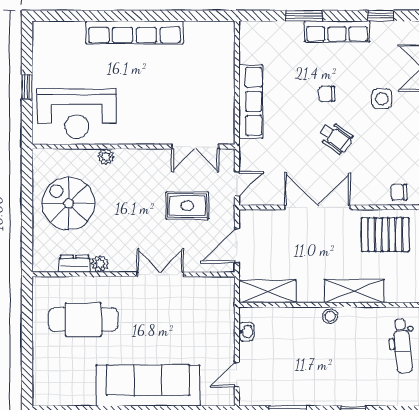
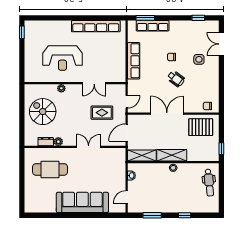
window: (304, 16) -> (145, 18), moved
row of seats: (337, 31) -> (153, 26), moved
row of seats: (135, 32) -> (96, 26), moved
window: (27, 86) -> (22, 32), moved
reception desk: (77, 114) -> (62, 58), moved
double door: (195, 147) -> (94, 83), moved
shelving: (354, 291) -> (172, 155), moved

